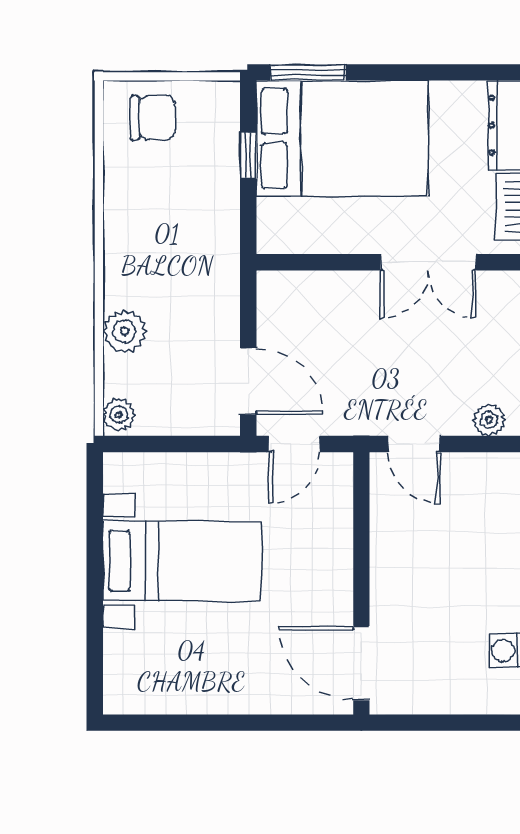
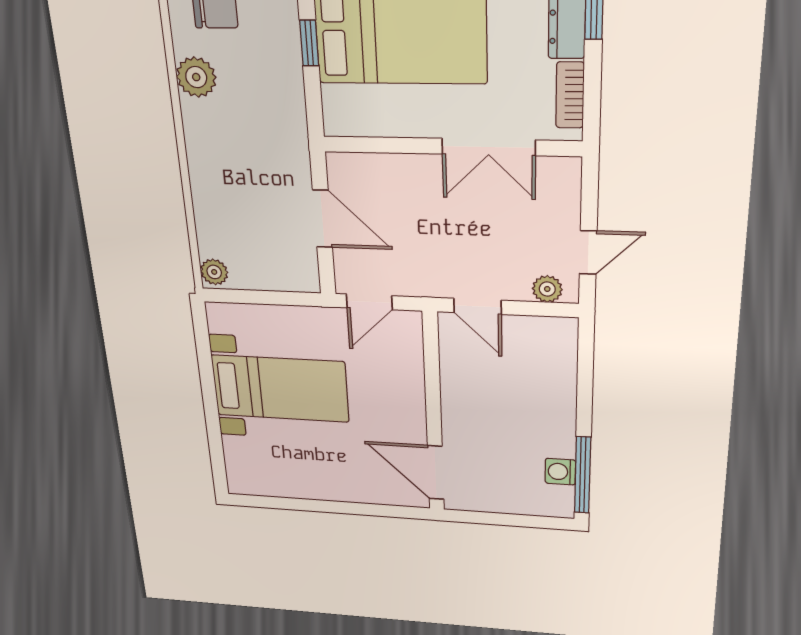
plant: (125, 331) -> (196, 77), moved
door: (248, 381) -> (323, 219), moved

